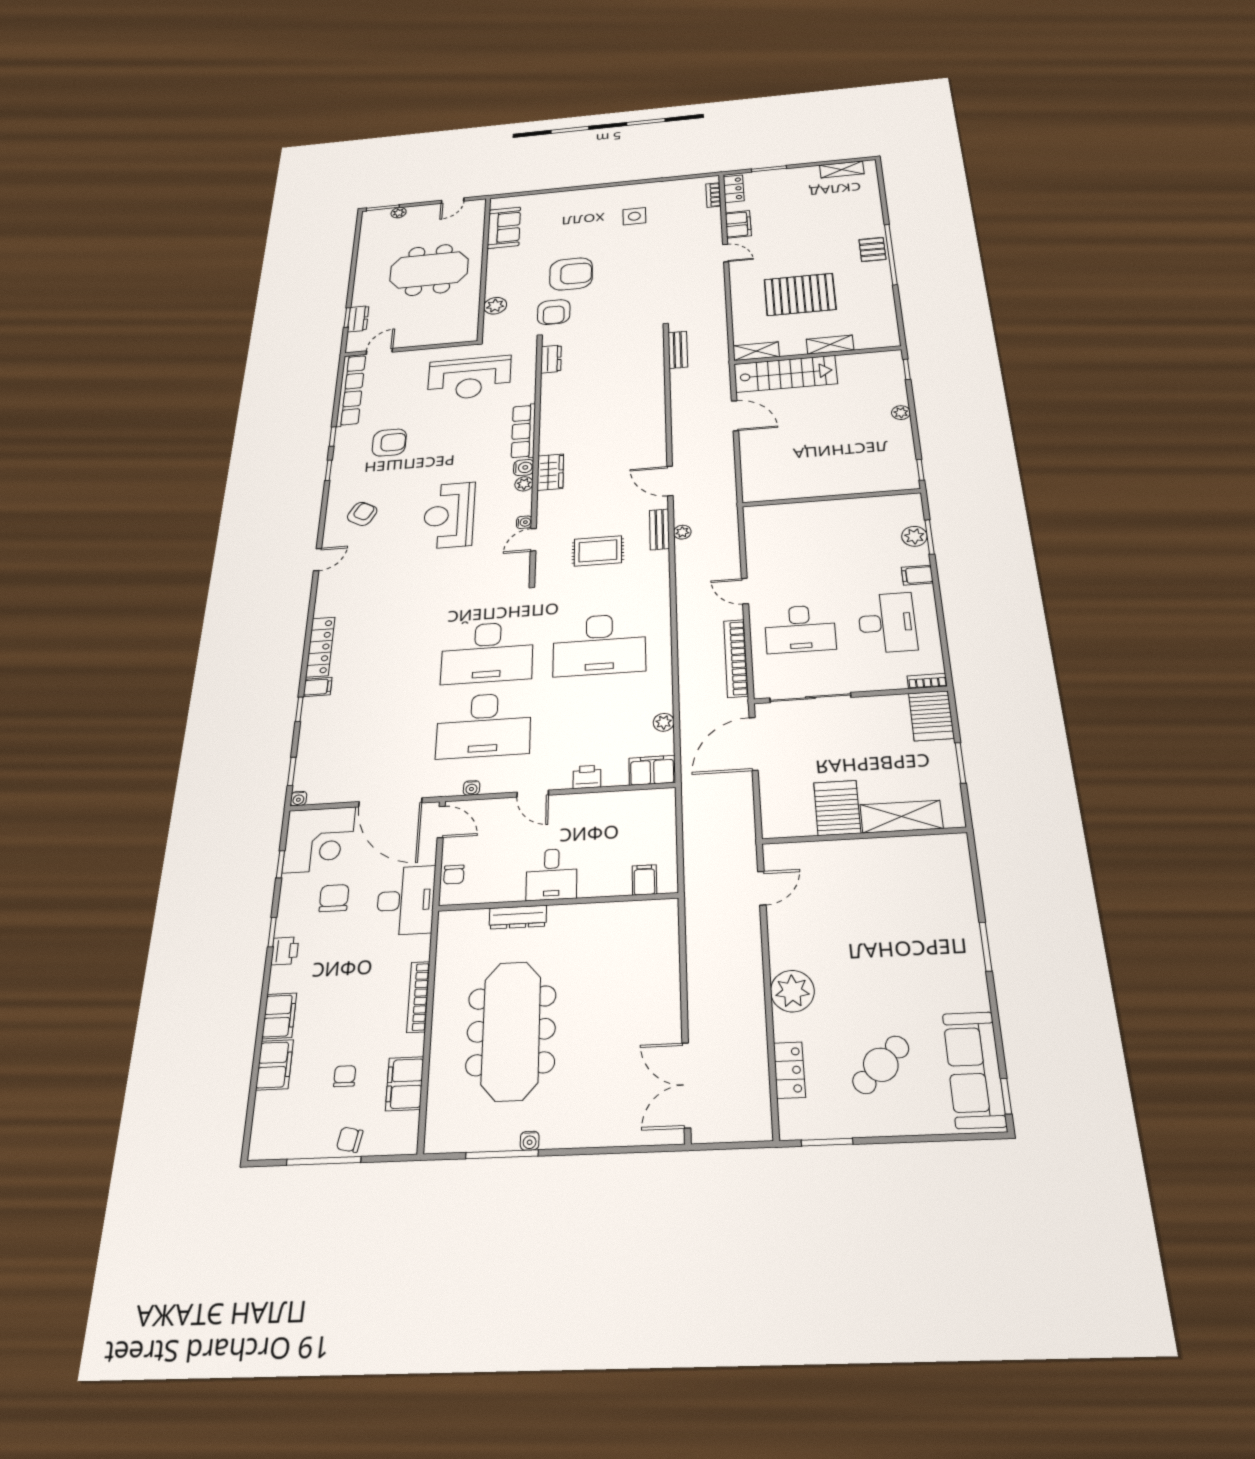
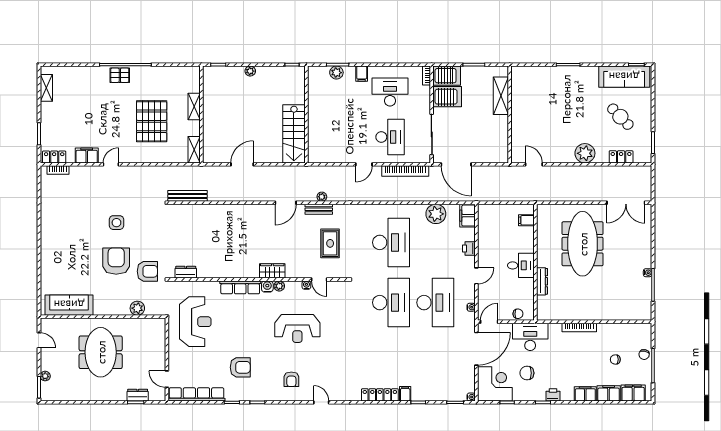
side table: (634, 216) -> (116, 223), moved
sofa: (504, 228) -> (69, 305), width x1.36
bench: (678, 350) -> (187, 196), width x1.36
stairs: (785, 374) -> (294, 134), moved, turned 180
armchair: (389, 443) -> (240, 367), turned 90
armchair: (362, 514) -> (291, 379), turned -119
plant: (664, 722) -> (436, 214), width x1.88, depth x1.88
server rack: (837, 808) -> (447, 97), moved, turned 180
meeting table: (511, 1030) -> (583, 244), moved, turned 90
filing cabinet: (405, 1084) -> (633, 393), moved, turned 180

